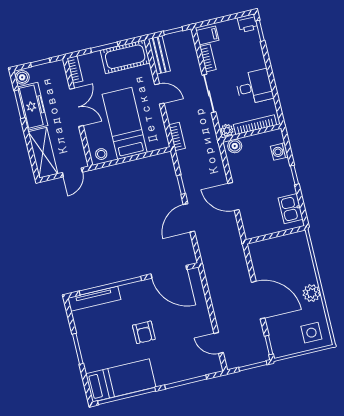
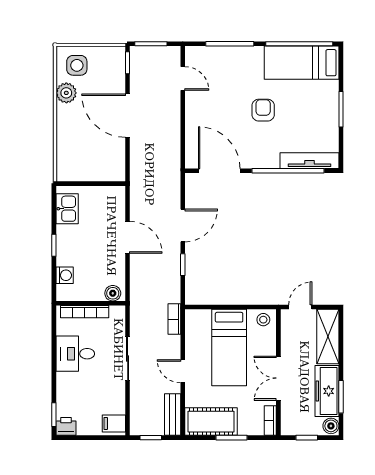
bookcase: (208, 58) -> (119, 398), removed
plant: (227, 130) -> (117, 313), removed
plant: (312, 293) -> (66, 93), moved

